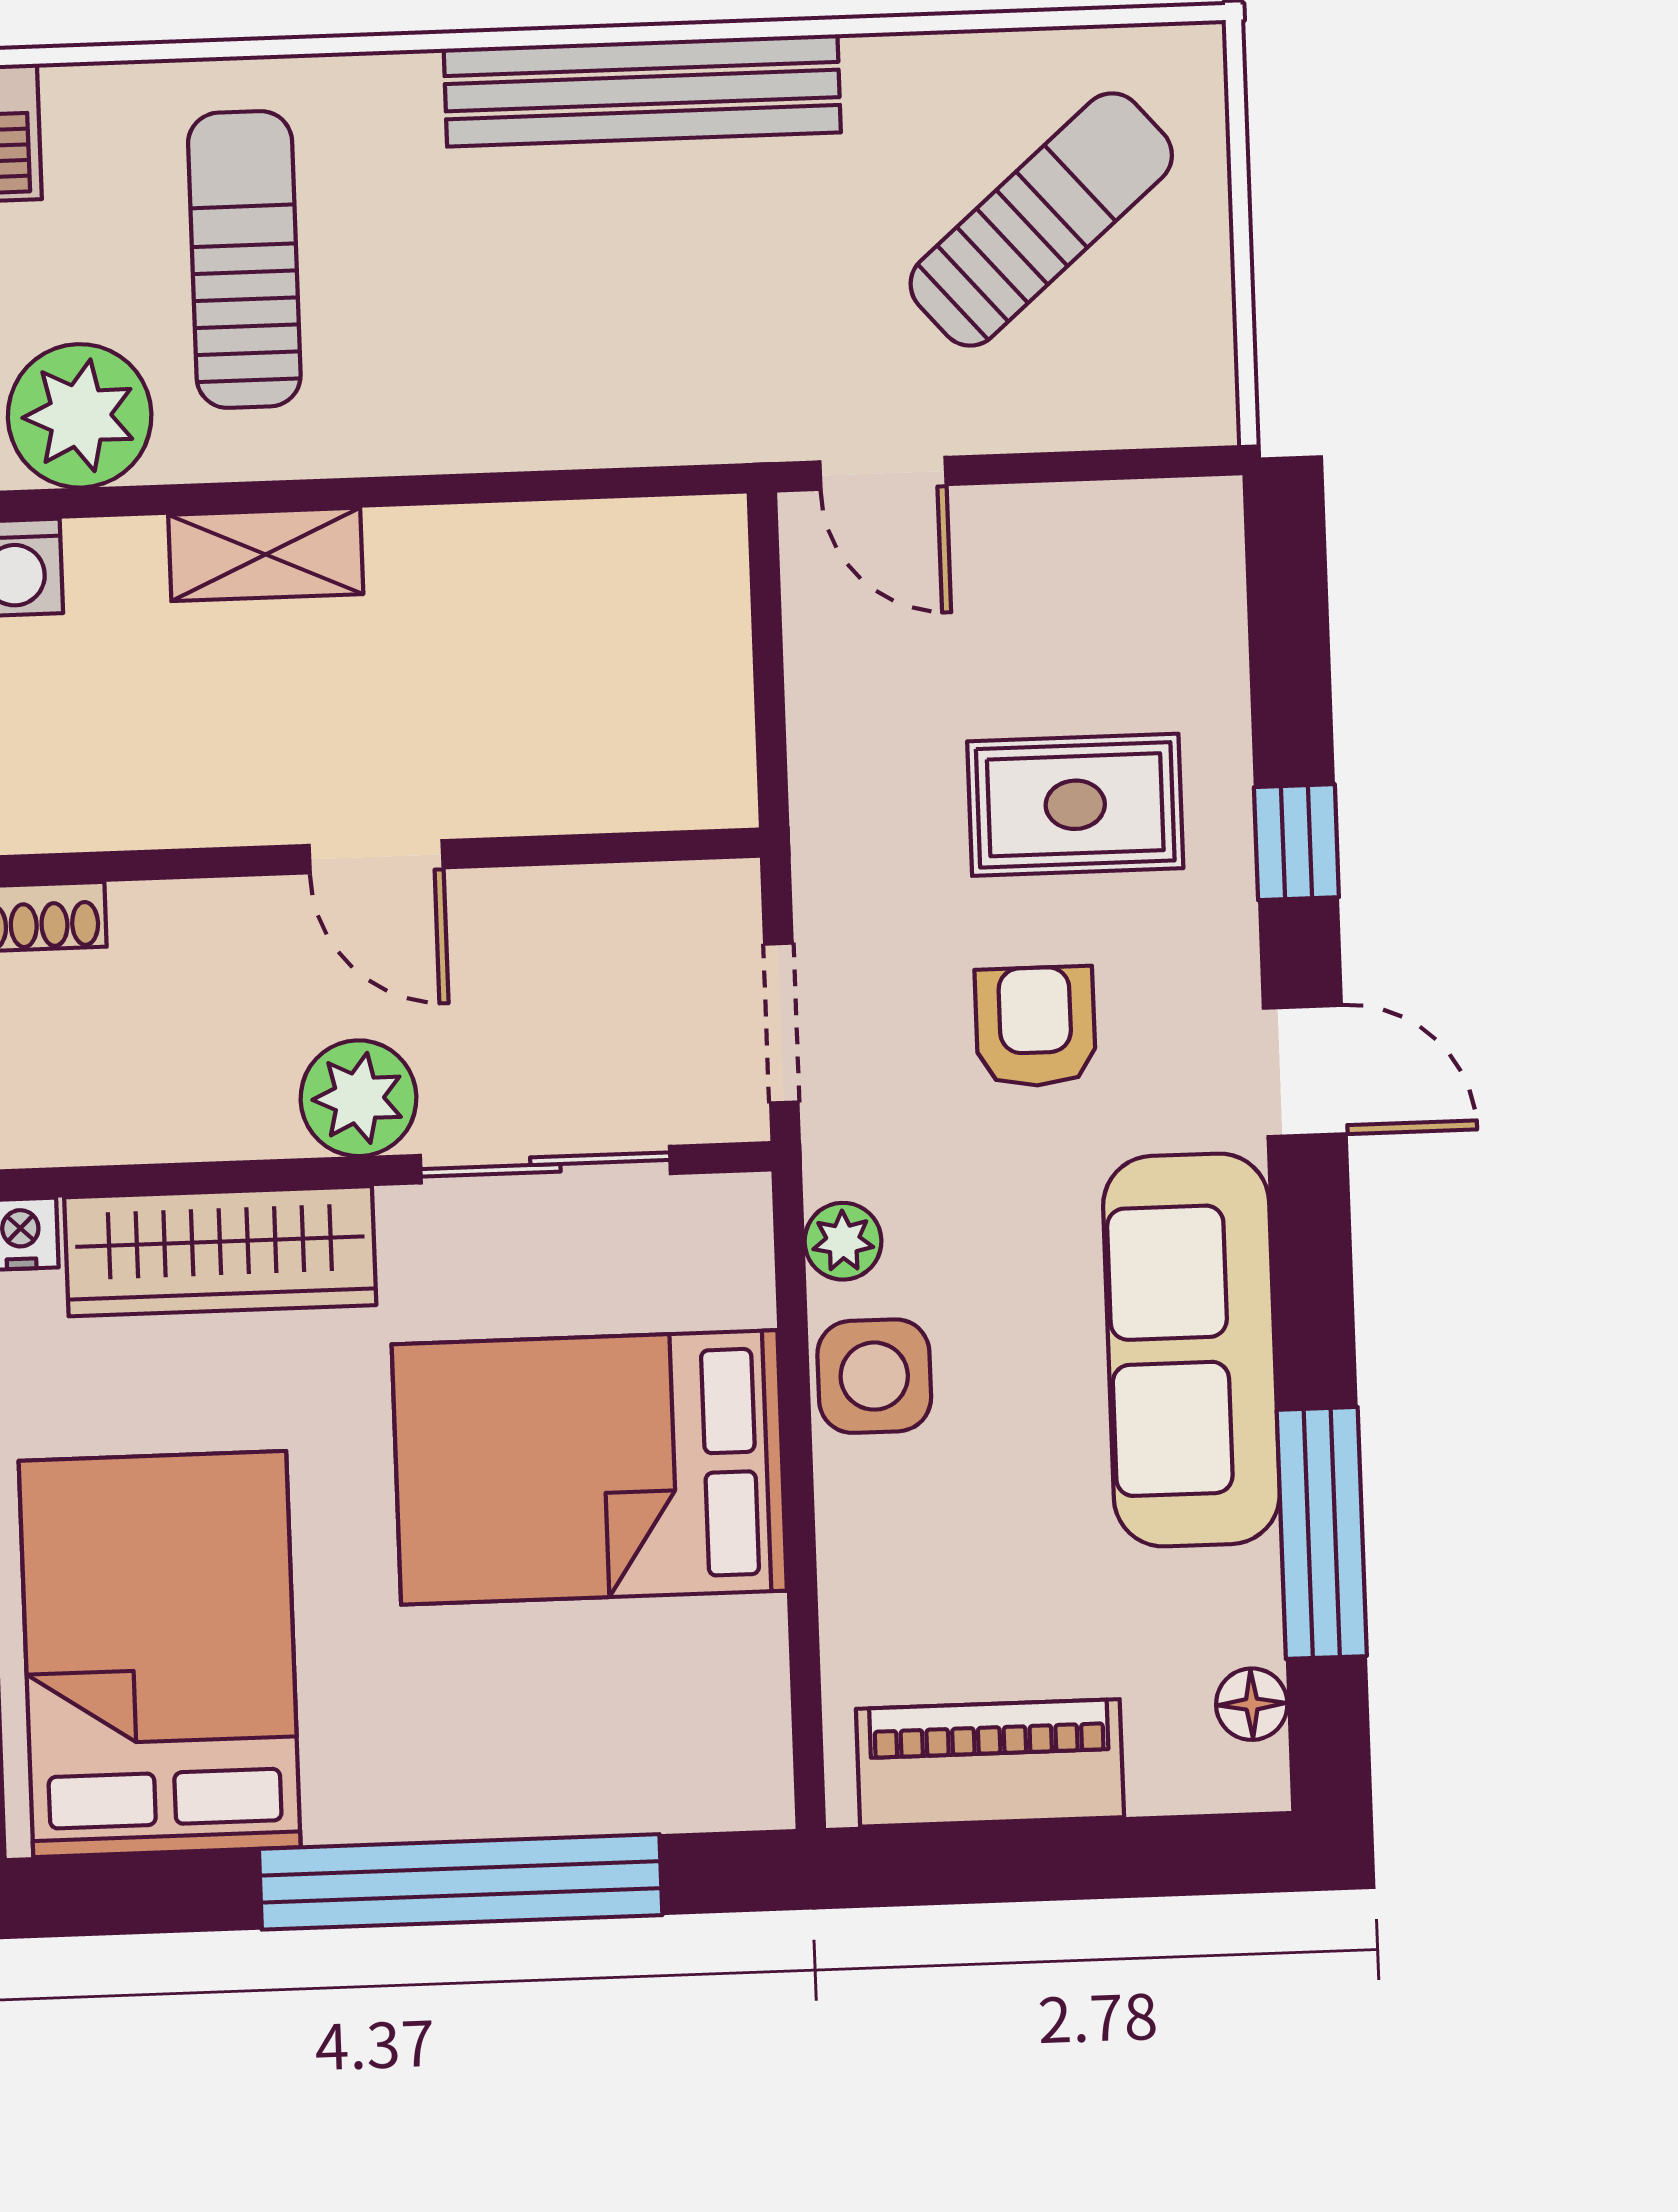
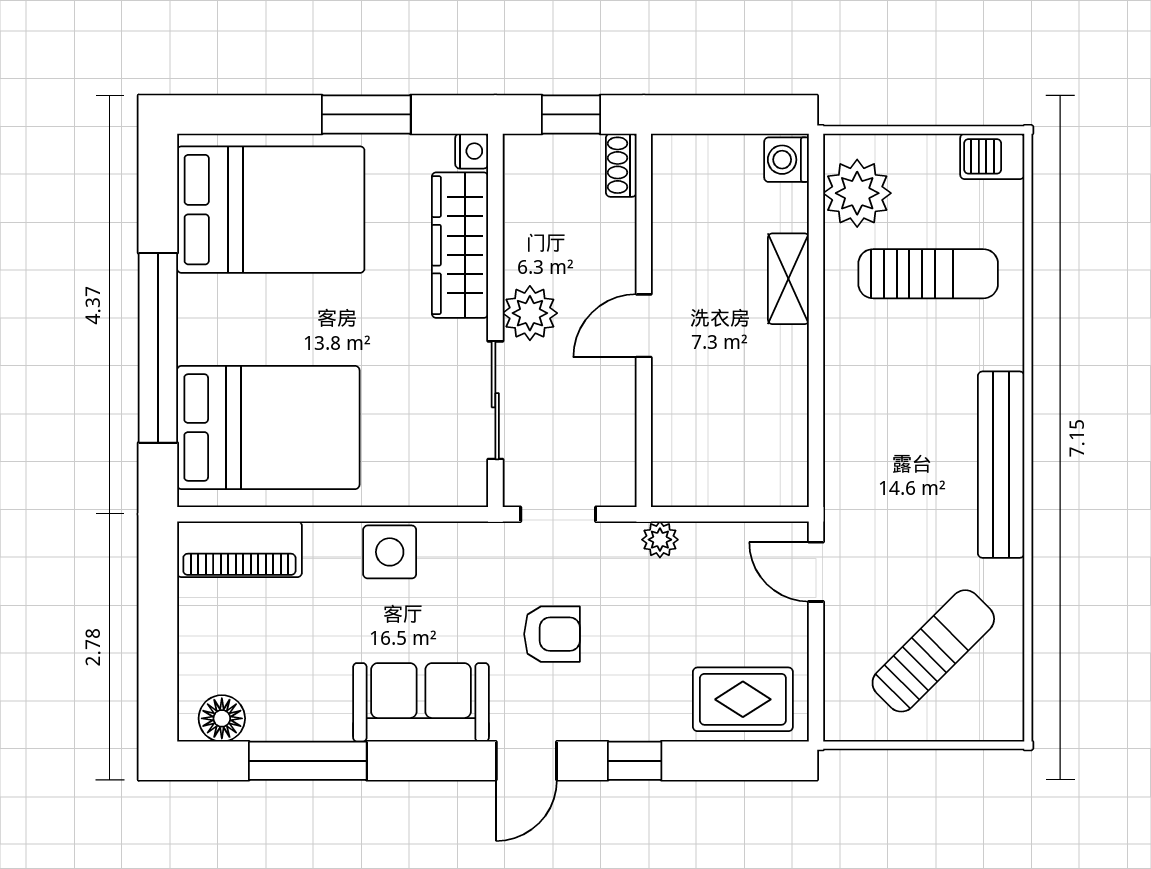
sun lounger: (1041, 219) -> (933, 651), turned -94
door: (883, 473) -> (816, 572), hinge flipped
rug: (1075, 805) -> (743, 699), moved, turned 90
plant: (843, 1241) -> (660, 540), moved
sofa: (1191, 1350) -> (421, 702), width x0.73
bed: (589, 1467) -> (268, 427), moved, turned 90
floor lamp: (1252, 1704) -> (222, 718), width x1.37, depth x1.37
piano: (990, 1763) -> (239, 549), moved, turned 90

